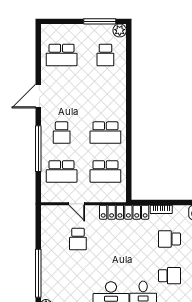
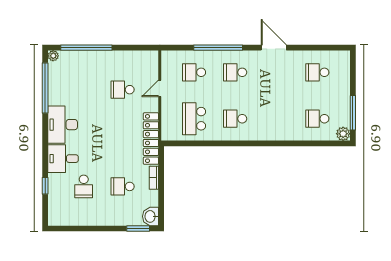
school desk: (62, 55) -> (317, 72), width x0.54
school desk: (105, 133) -> (235, 119), width x0.54
school desk: (62, 171) -> (194, 72), width x0.54
school desk: (169, 239) -> (123, 186), turned -90

